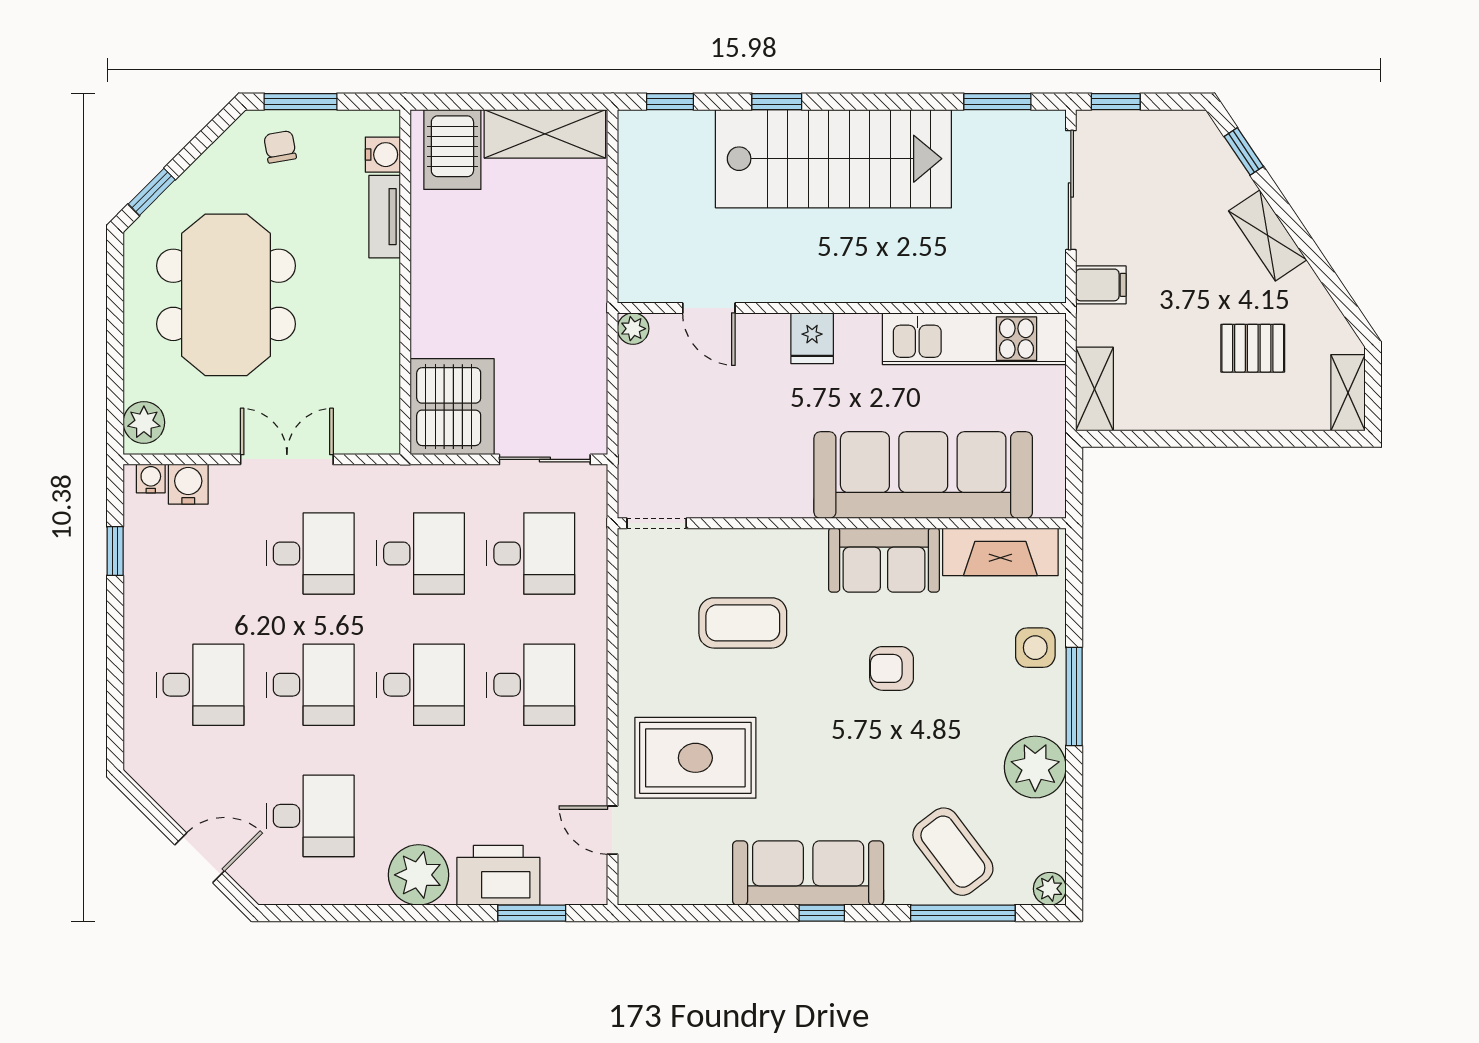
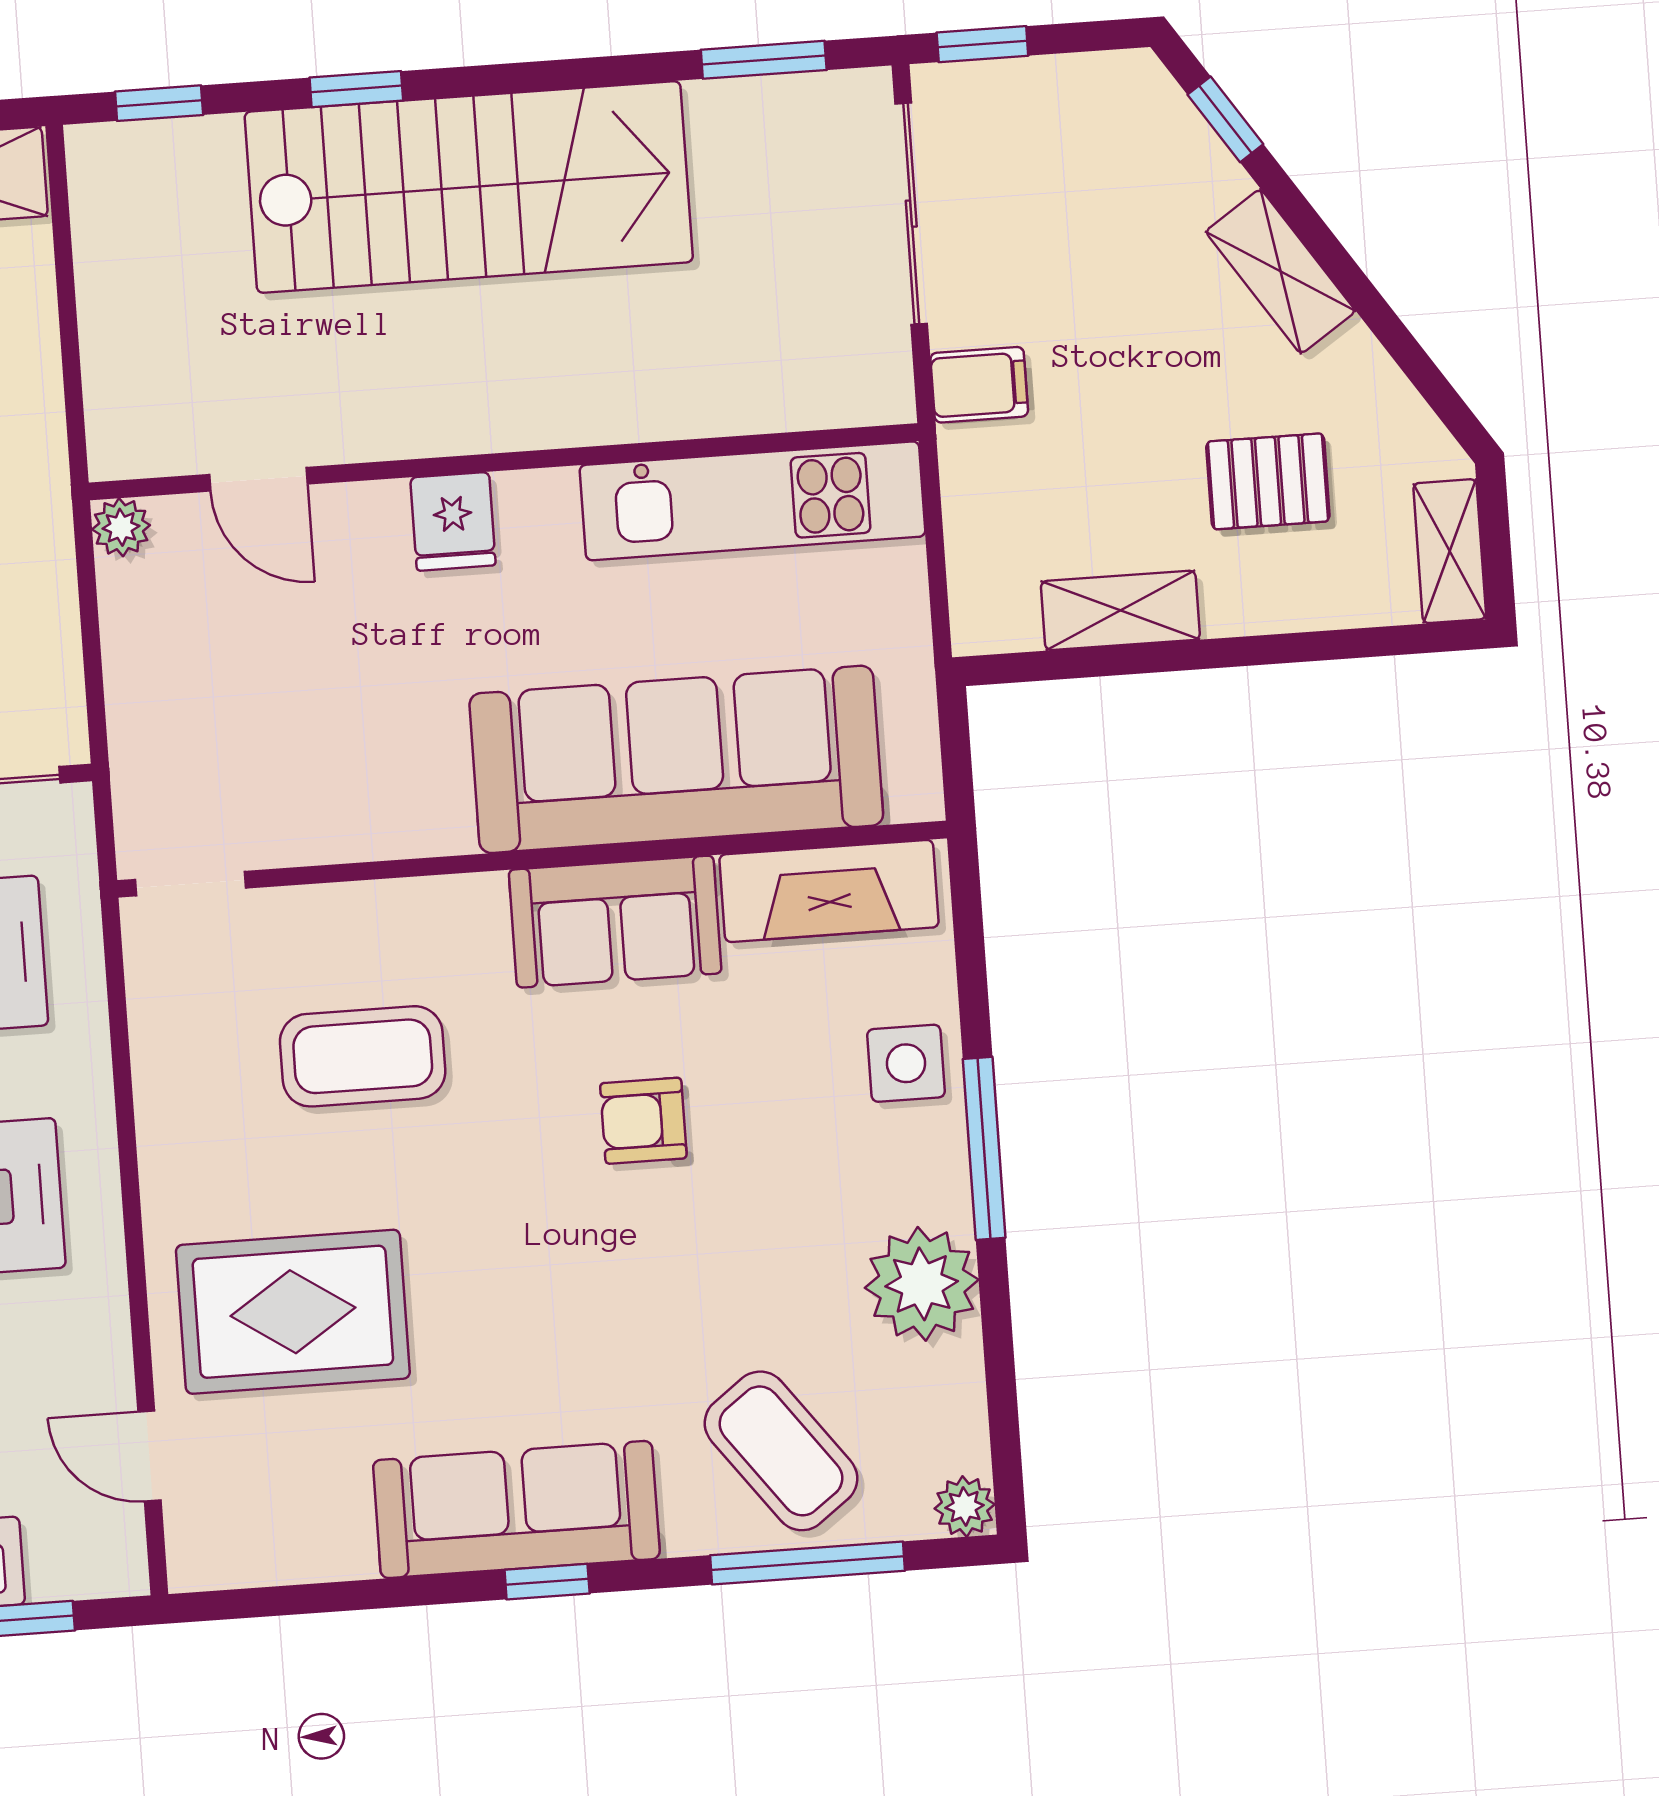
shelving: (1094, 389) -> (1120, 610), moved, turned 90

